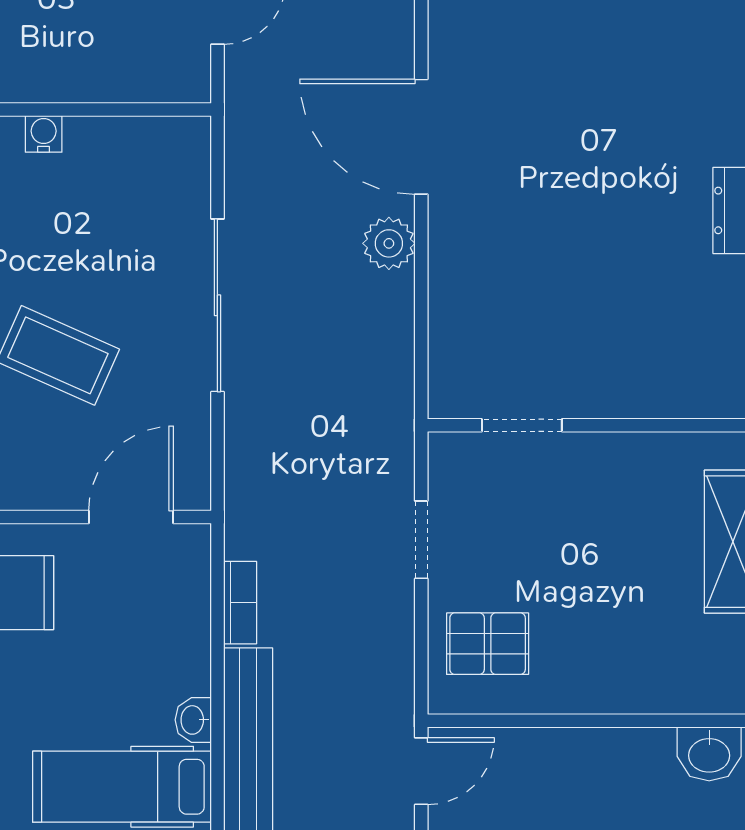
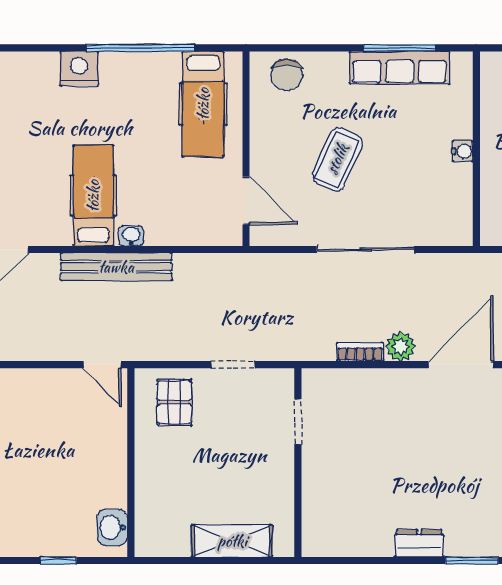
bookcase: (240, 603) -> (360, 352), moved, turned 180

